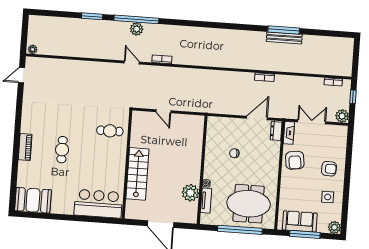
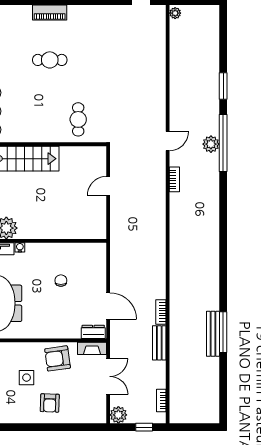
bench: (288, 80) -> (159, 343), added
side table: (328, 197) -> (27, 378), moved

